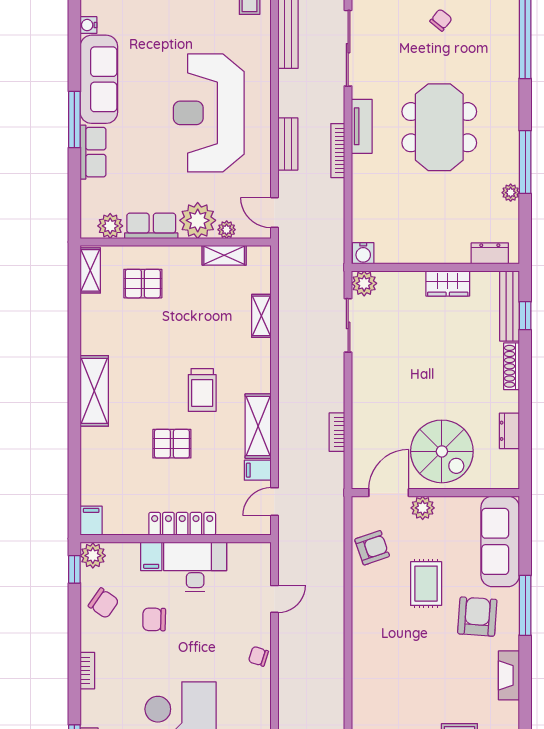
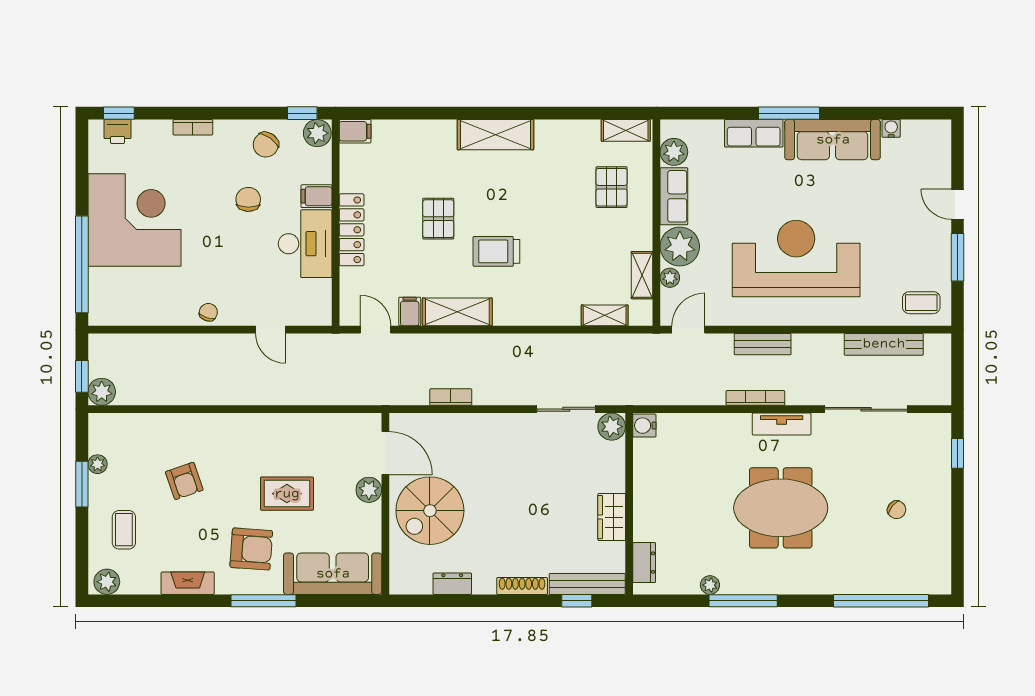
shelving: (261, 316) -> (605, 315), moved
armchair: (372, 548) -> (184, 481), moved

